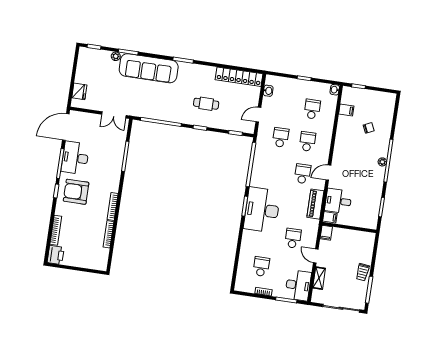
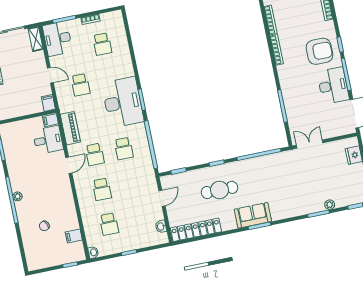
sofa: (149, 68) -> (253, 215), moved, width x0.54, depth x0.79
cafe table: (206, 104) -> (219, 190), width x1.37, depth x1.35
school desk: (281, 137) -> (124, 149), moved
shelving: (319, 278) -> (36, 39), moved

